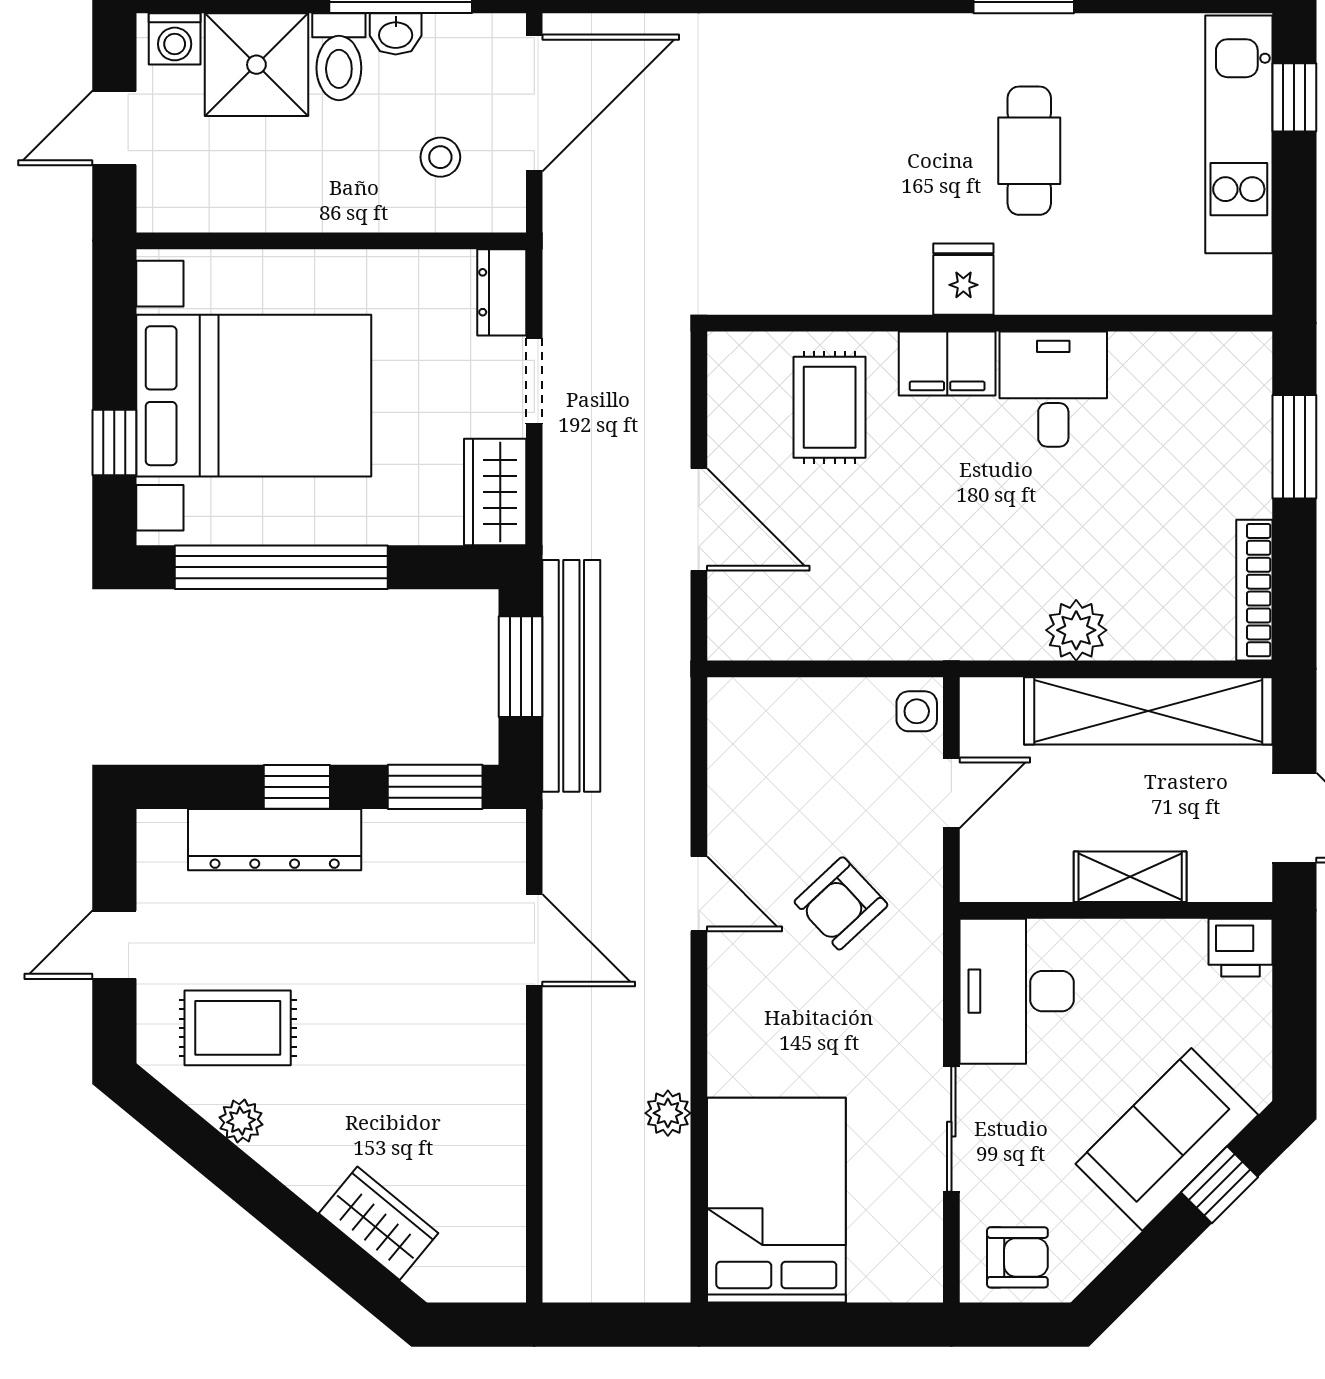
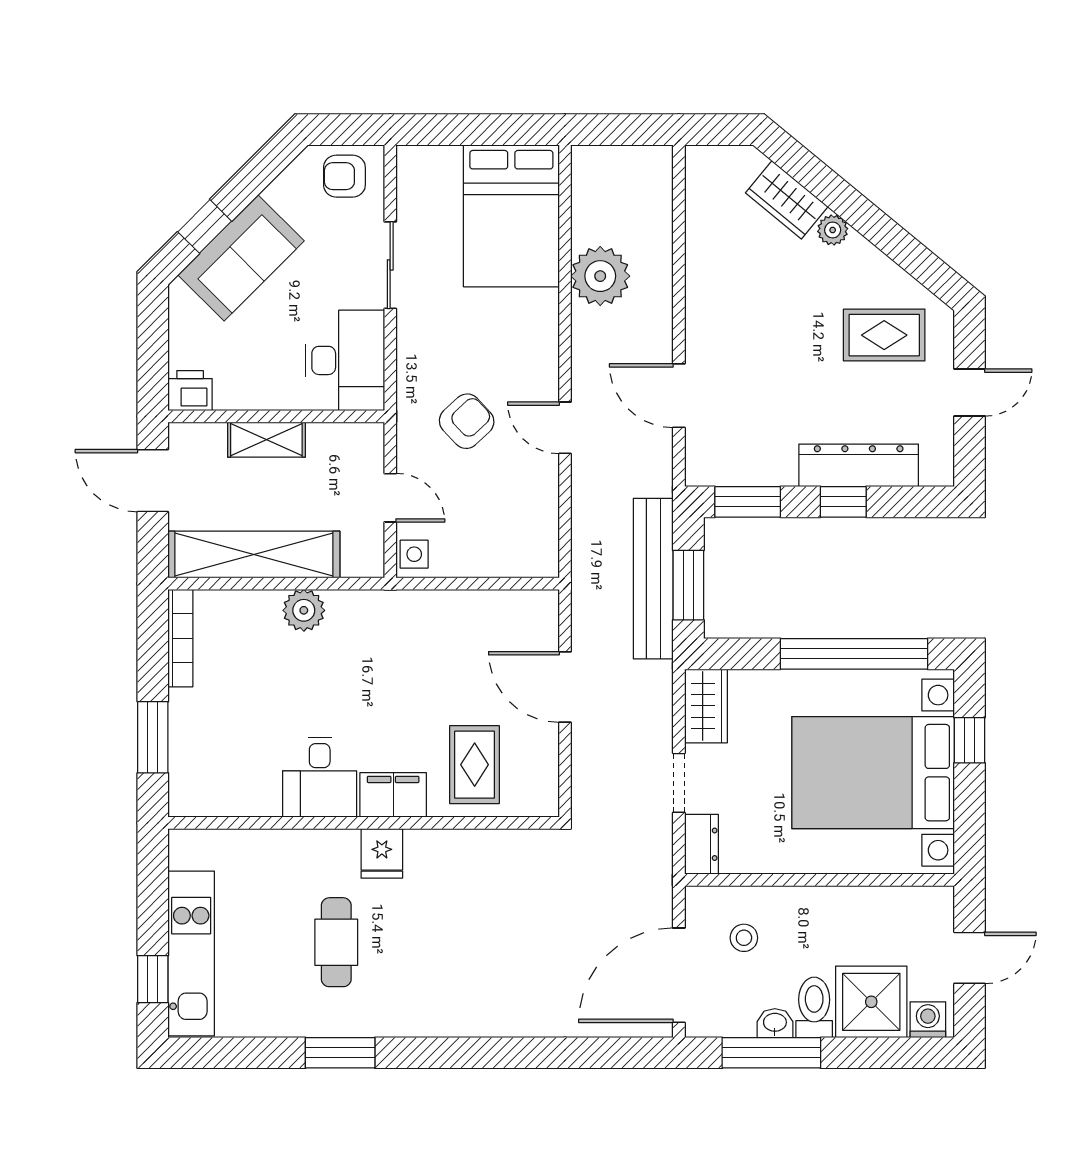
door: (951, 793) -> (390, 498), swing flipped
plant: (668, 1113) -> (600, 276), width x1.88, depth x1.88
plant: (241, 1121) -> (833, 230), moved

